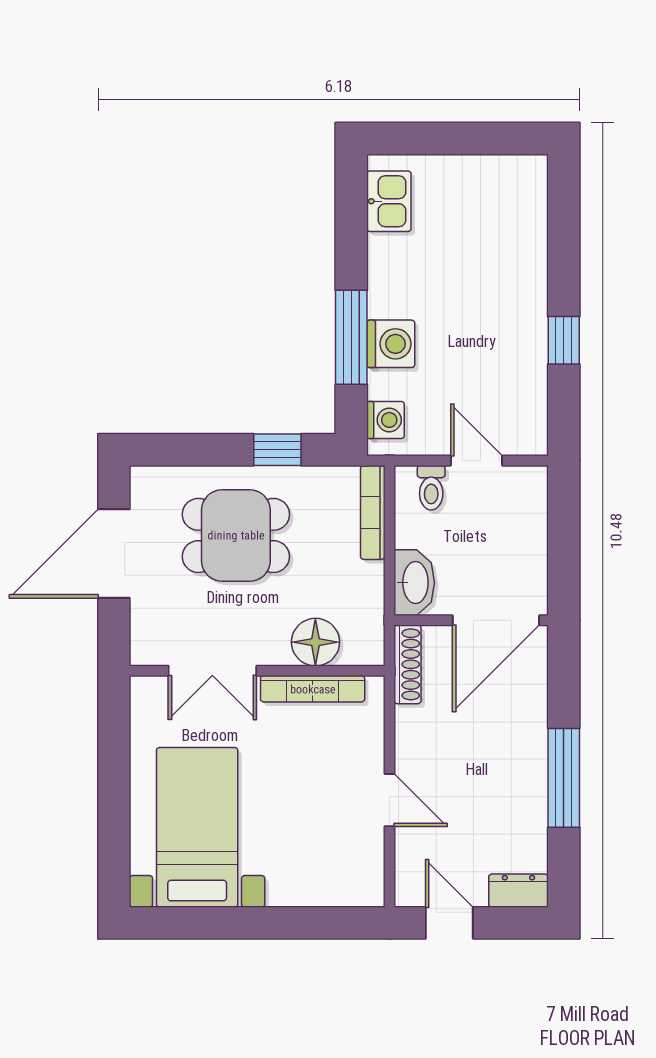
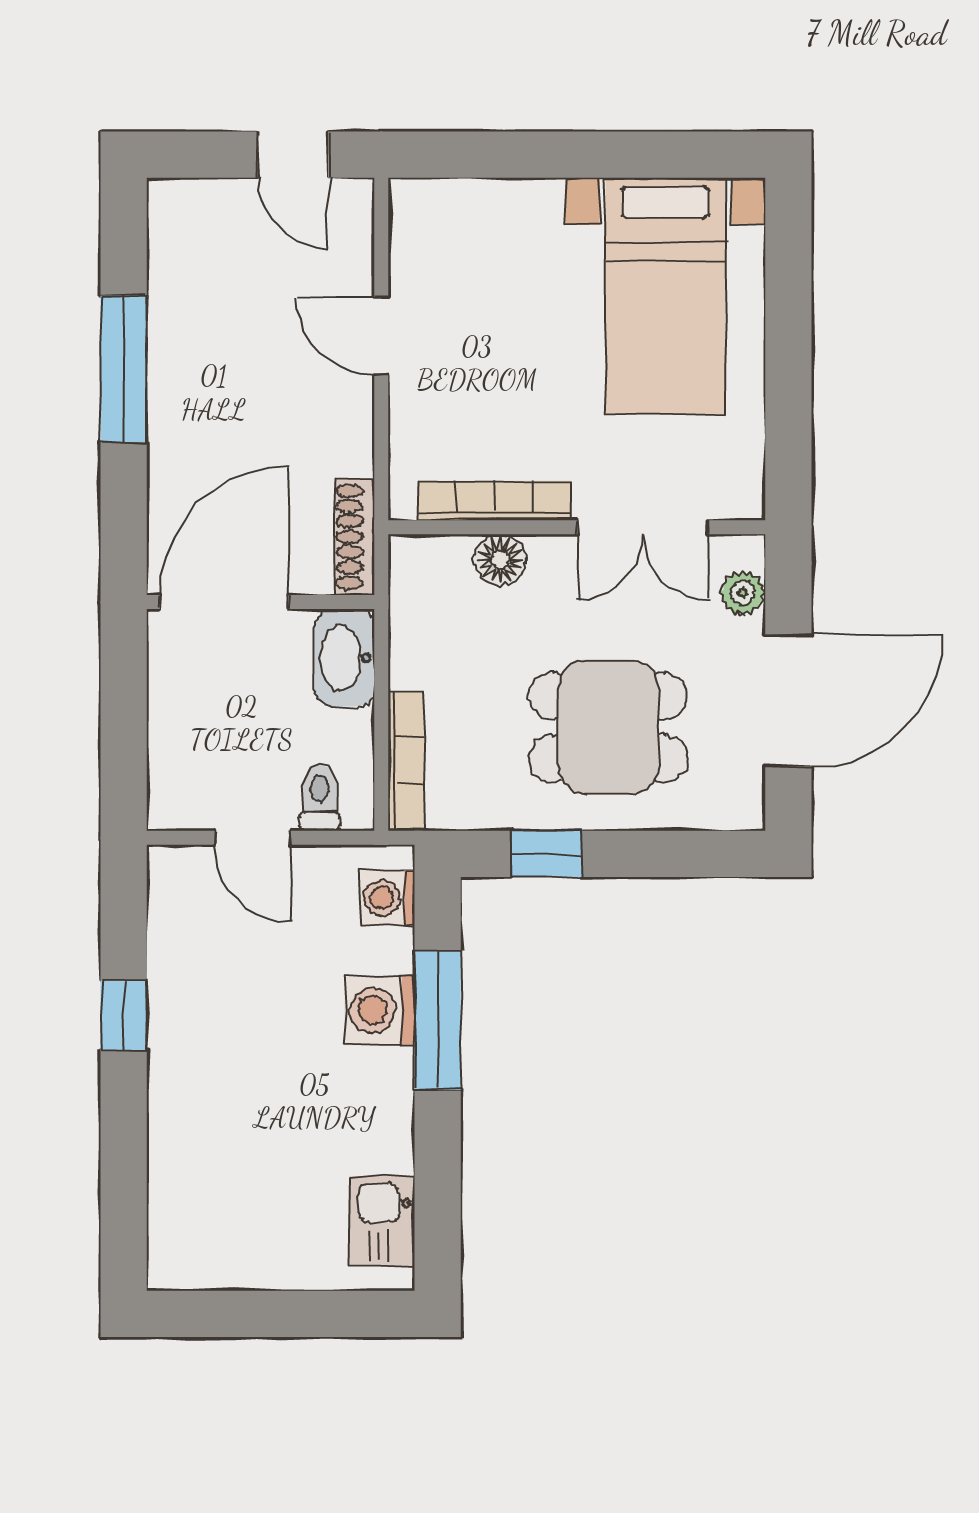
plant: (145, 626) -> (743, 593), added
floor lamp: (315, 642) -> (500, 560), width x0.73, depth x0.73
double door: (212, 671) -> (643, 527), swing flipped
dresser: (518, 891) -> (191, 202), removed

